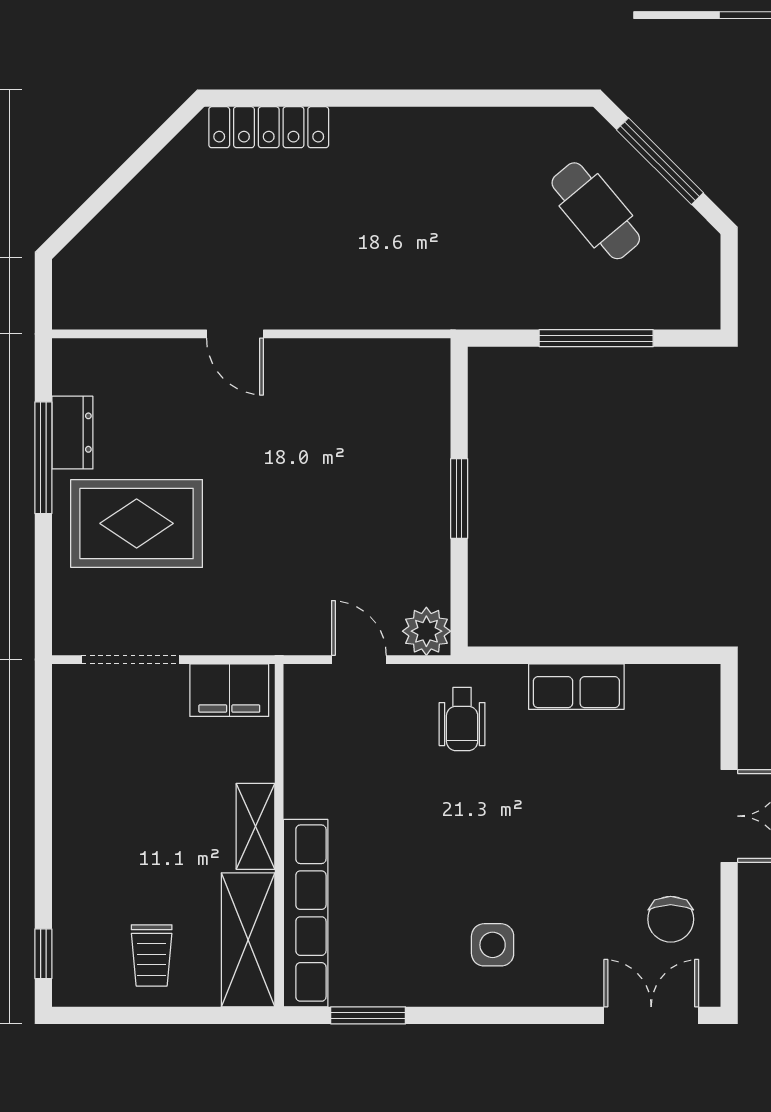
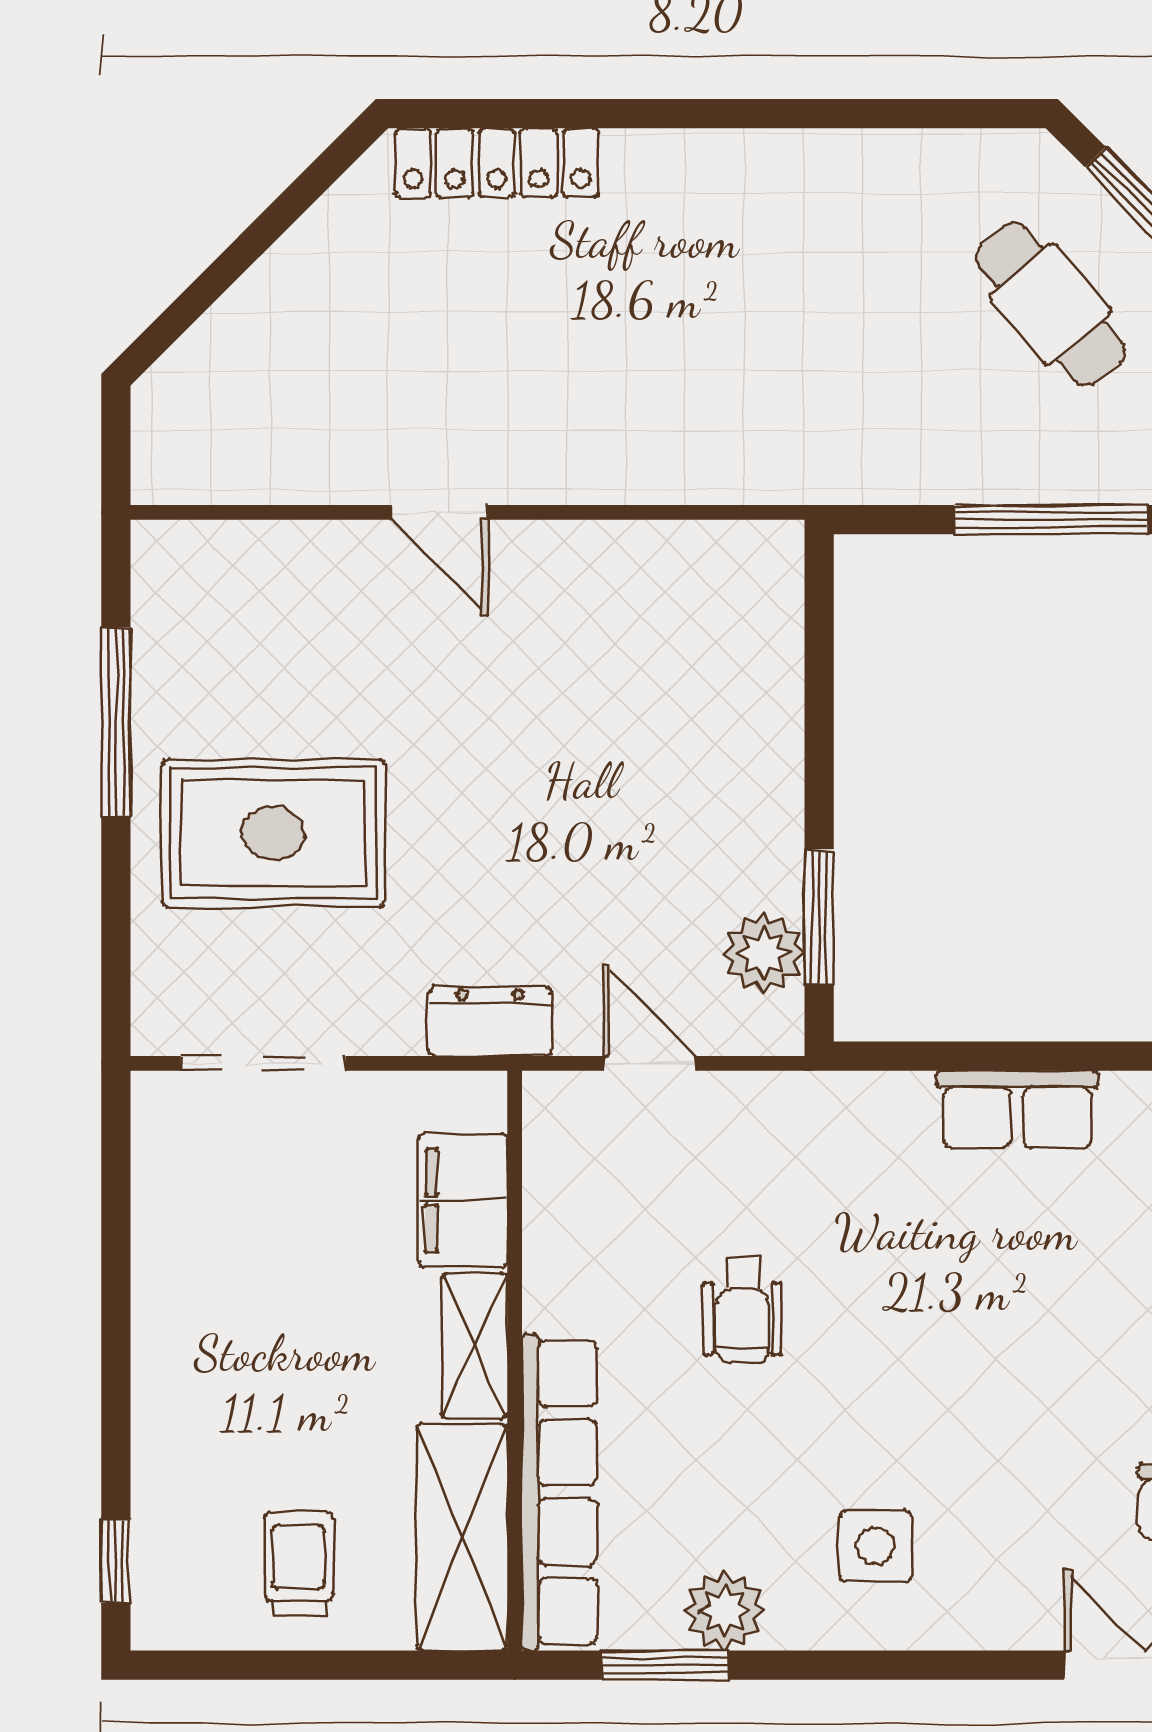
dresser: (72, 433) -> (490, 1022), moved, turned -90
window: (459, 499) -> (819, 917), moved
plant: (426, 631) -> (764, 953), moved
filing cabinet: (229, 690) -> (463, 1200), moved, turned 90
wheelchair: (462, 719) -> (743, 1310), moved
trolley: (152, 955) -> (299, 1564), turned 180
plant: (403, 983) -> (725, 1610), added

